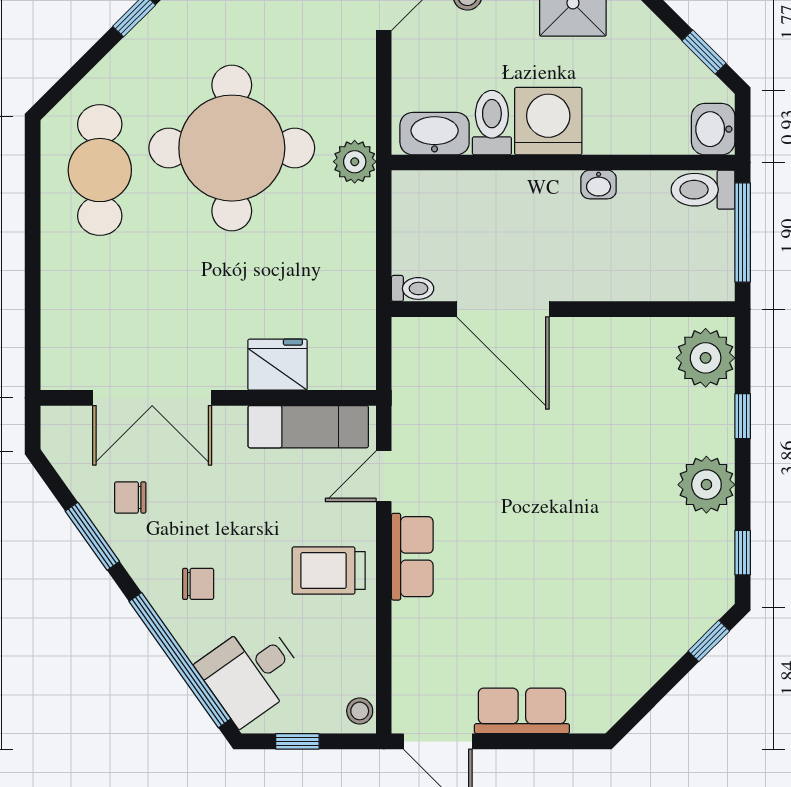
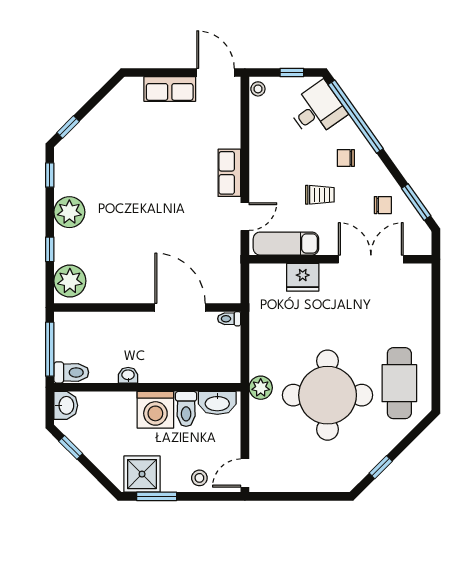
window: (92, 536) -> (416, 202), moved
trolley: (329, 571) -> (320, 195), moved, width x0.73, depth x0.72

